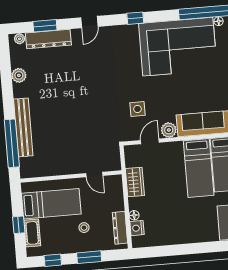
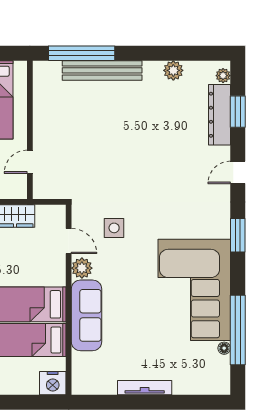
window: (135, 18) -> (238, 235), width x1.50
door: (89, 22) -> (238, 172), hinge flipped

